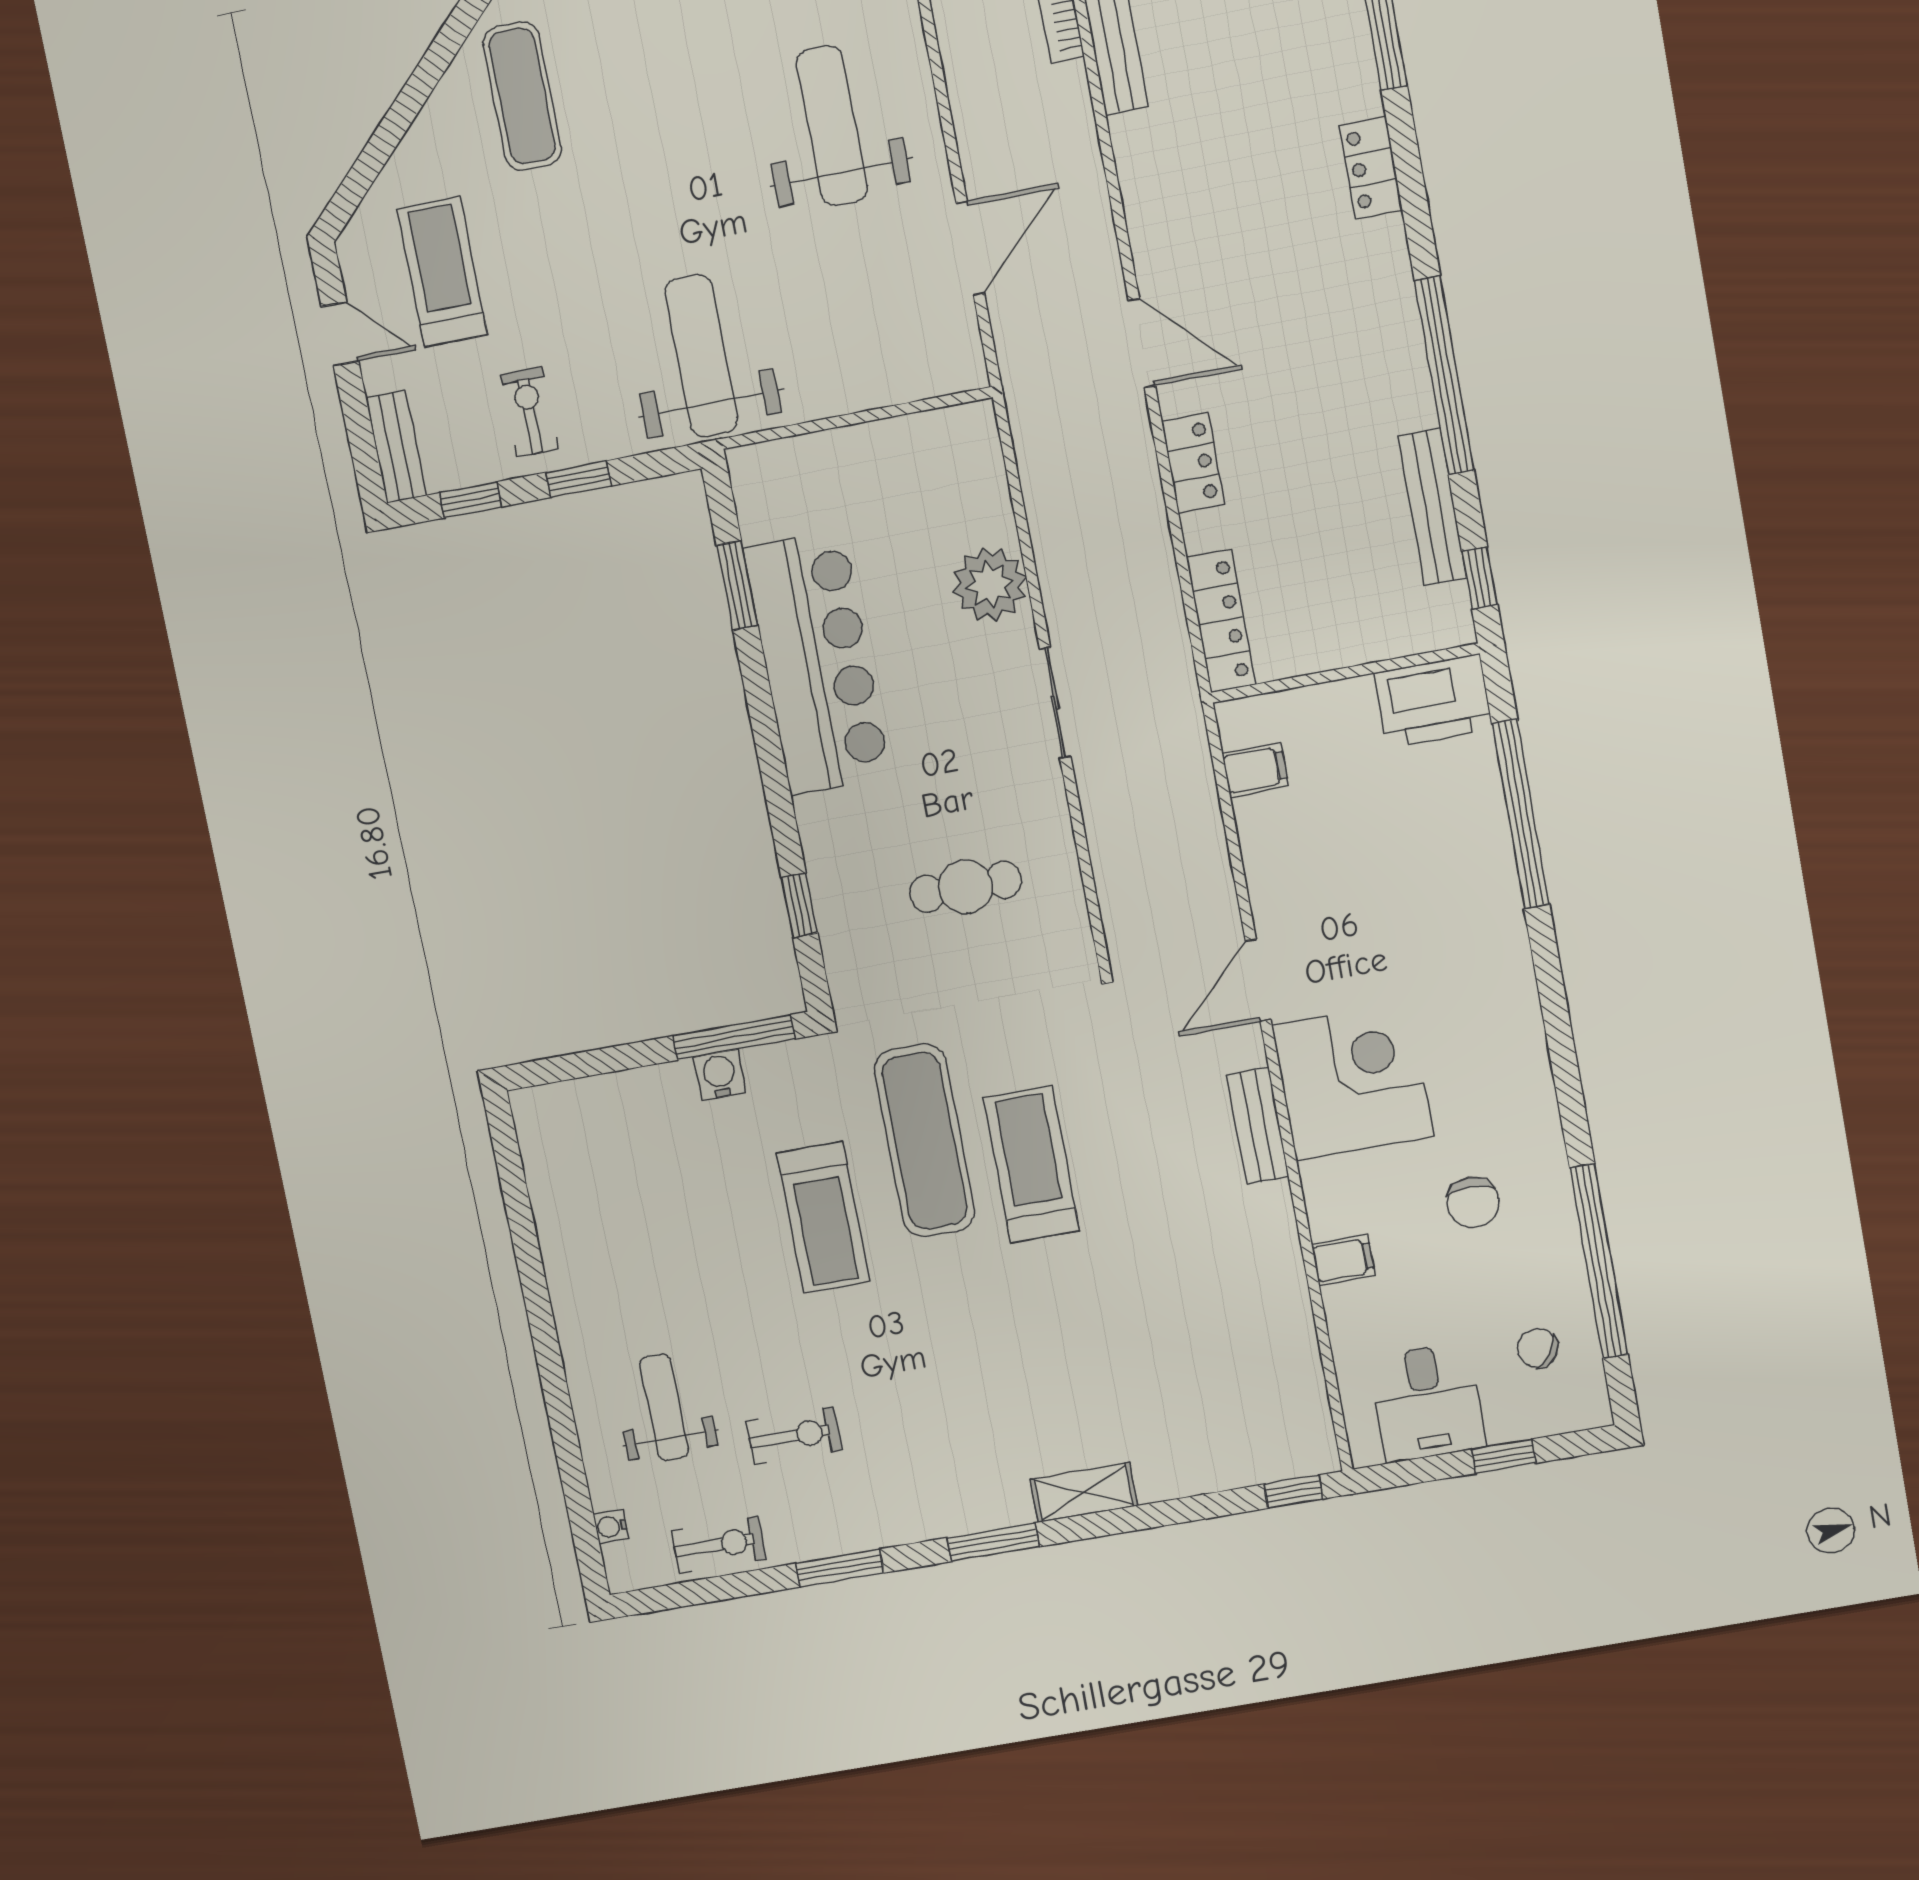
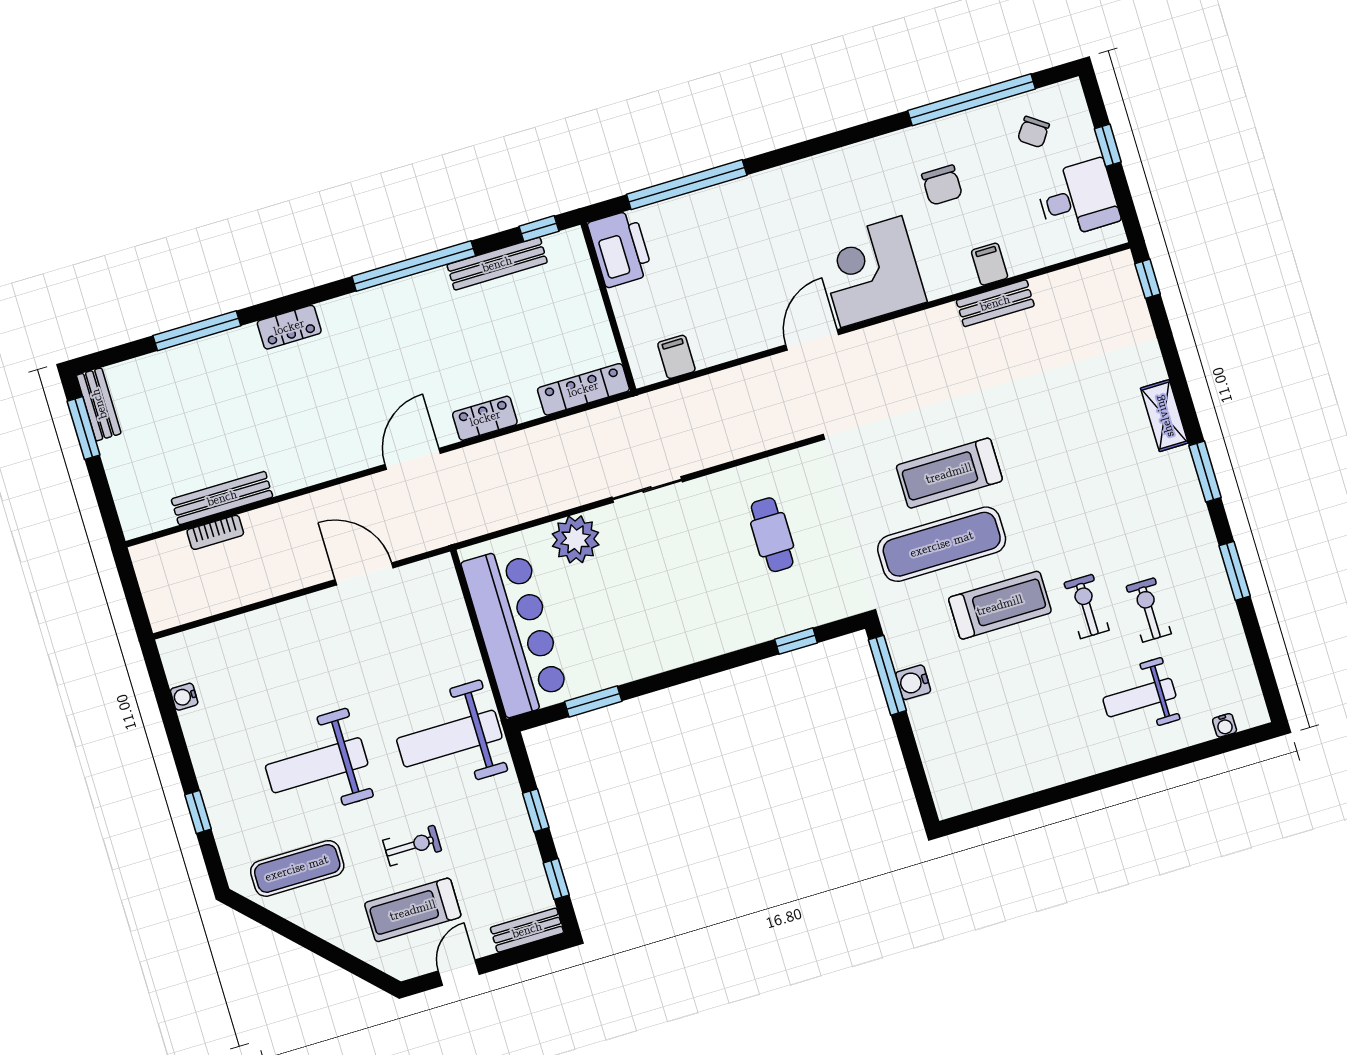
weight bench: (832, 126) -> (317, 765), moved
exercise bike: (530, 412) -> (412, 846), moved, turned 180
bar counter: (817, 663) -> (515, 631), moved, turned 90
door: (1258, 980) -> (812, 340), swing flipped
bench: (1258, 1126) -> (995, 303), moved
chair: (1473, 1202) -> (942, 185), turned 90
exercise bike: (719, 1545) -> (1087, 606), moved

